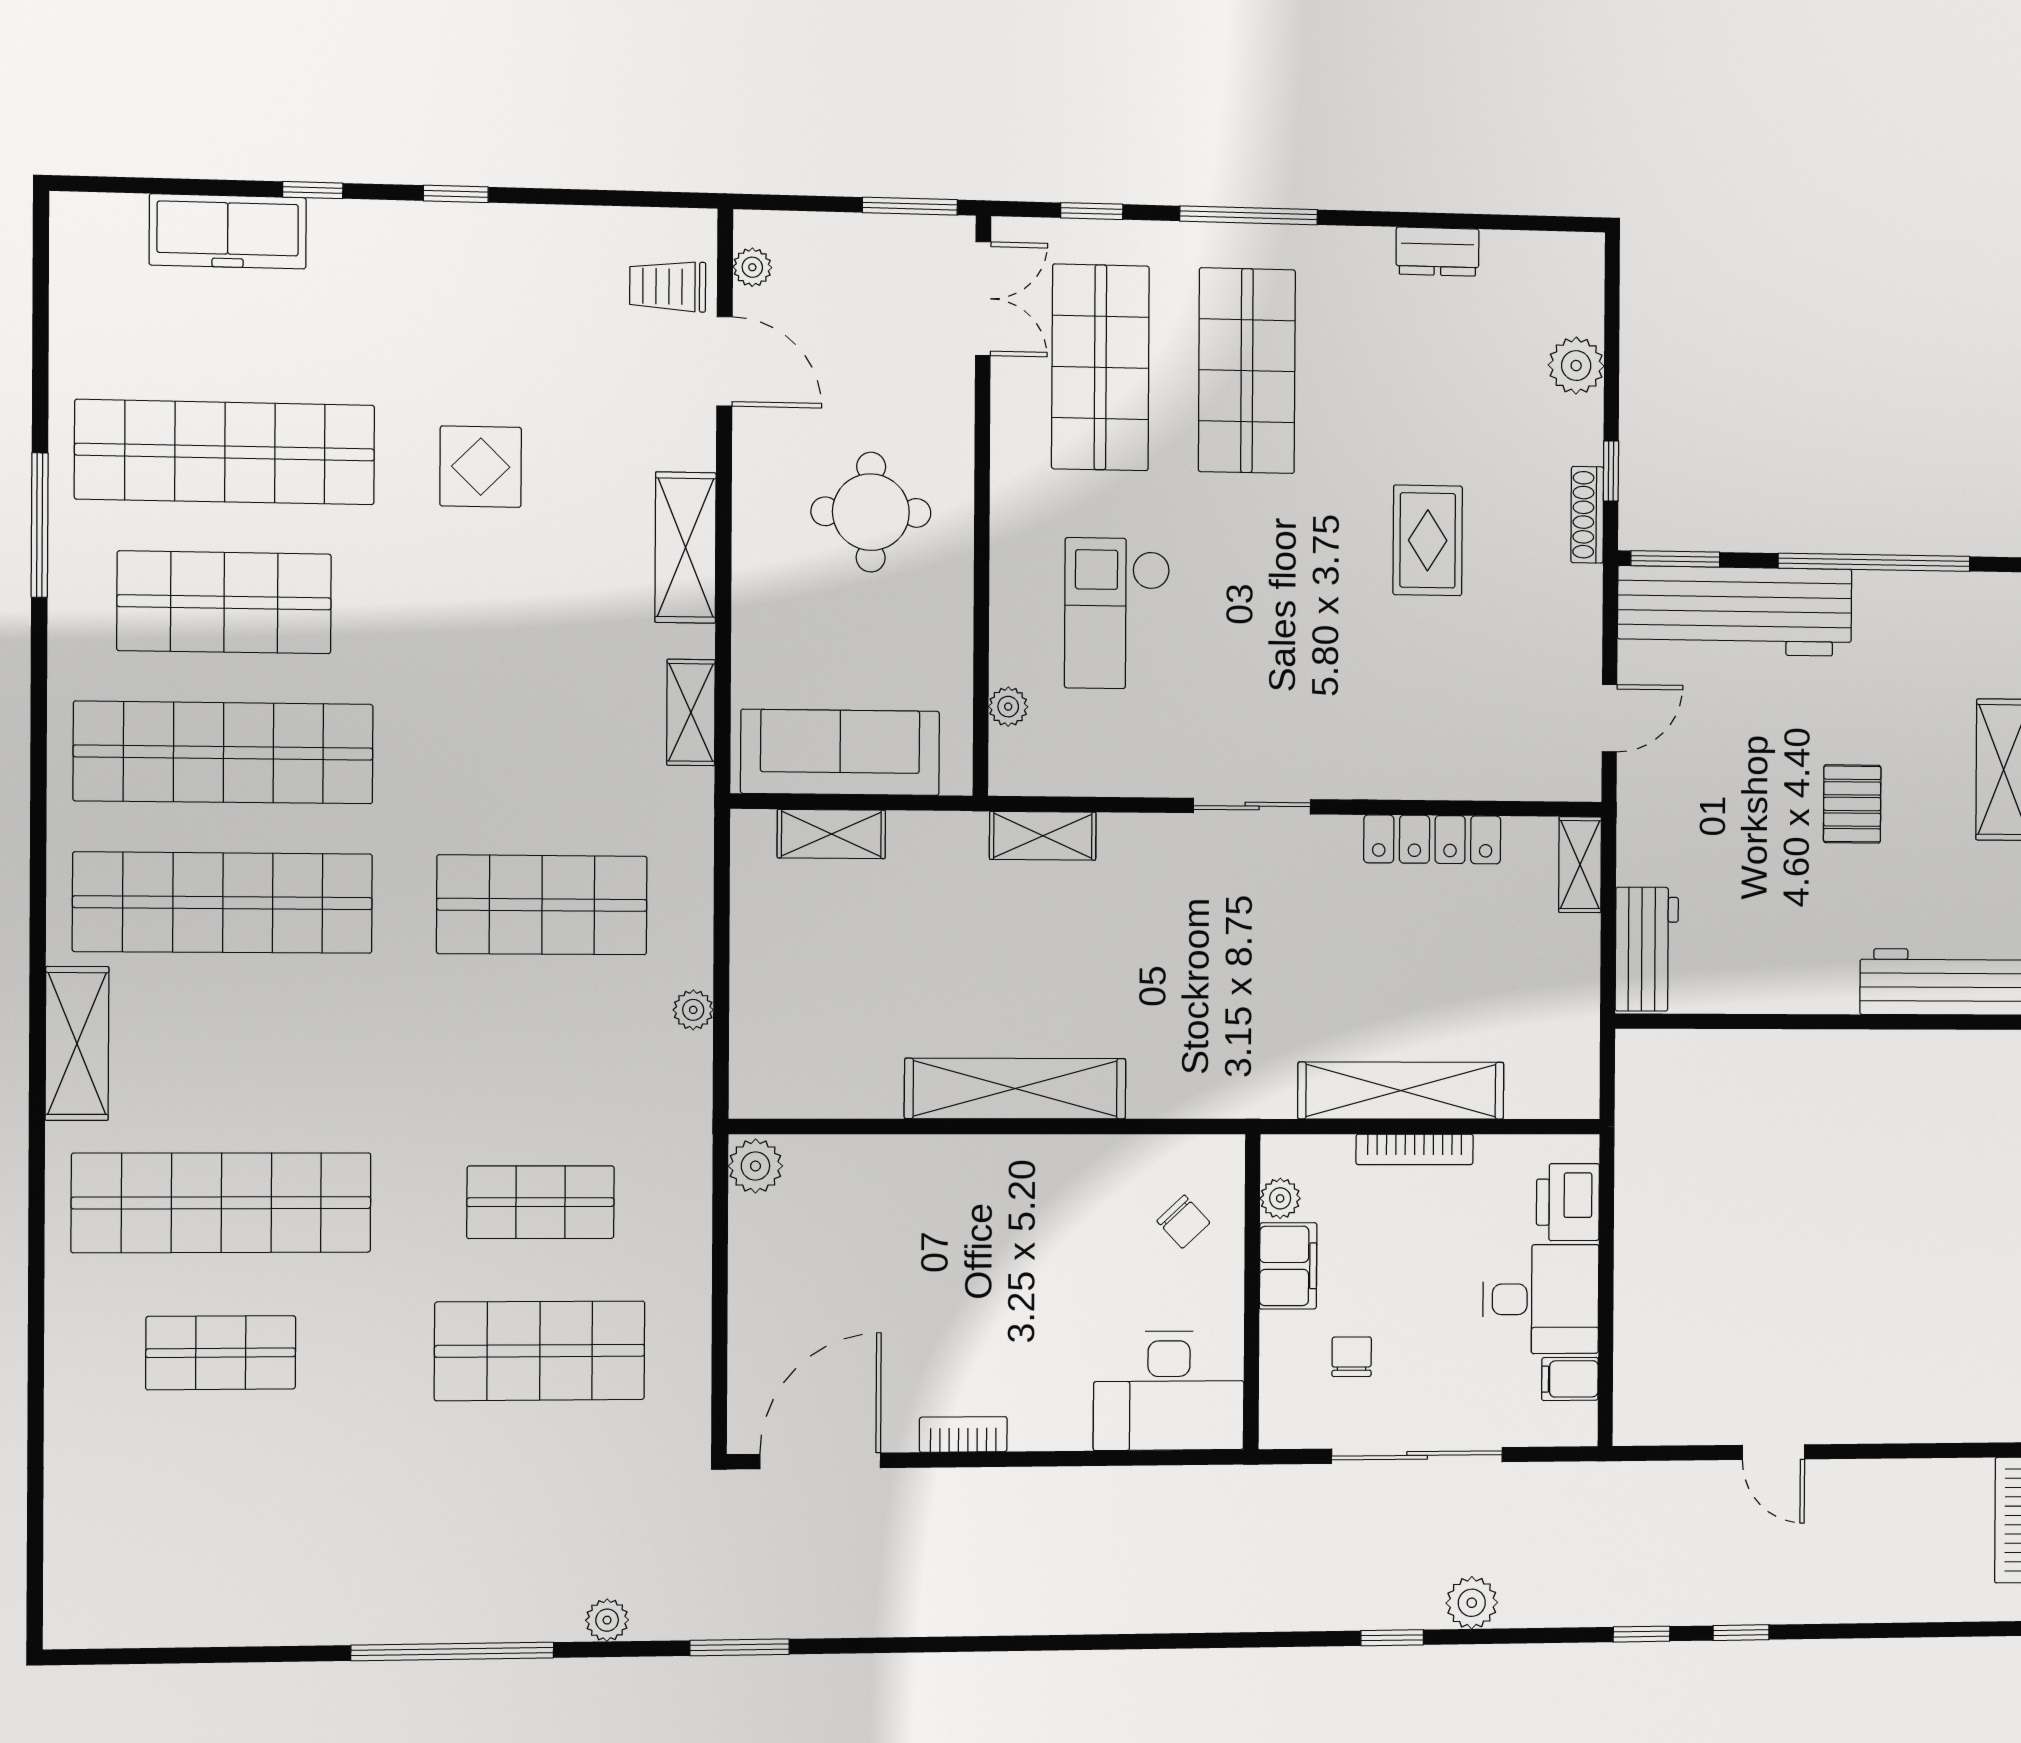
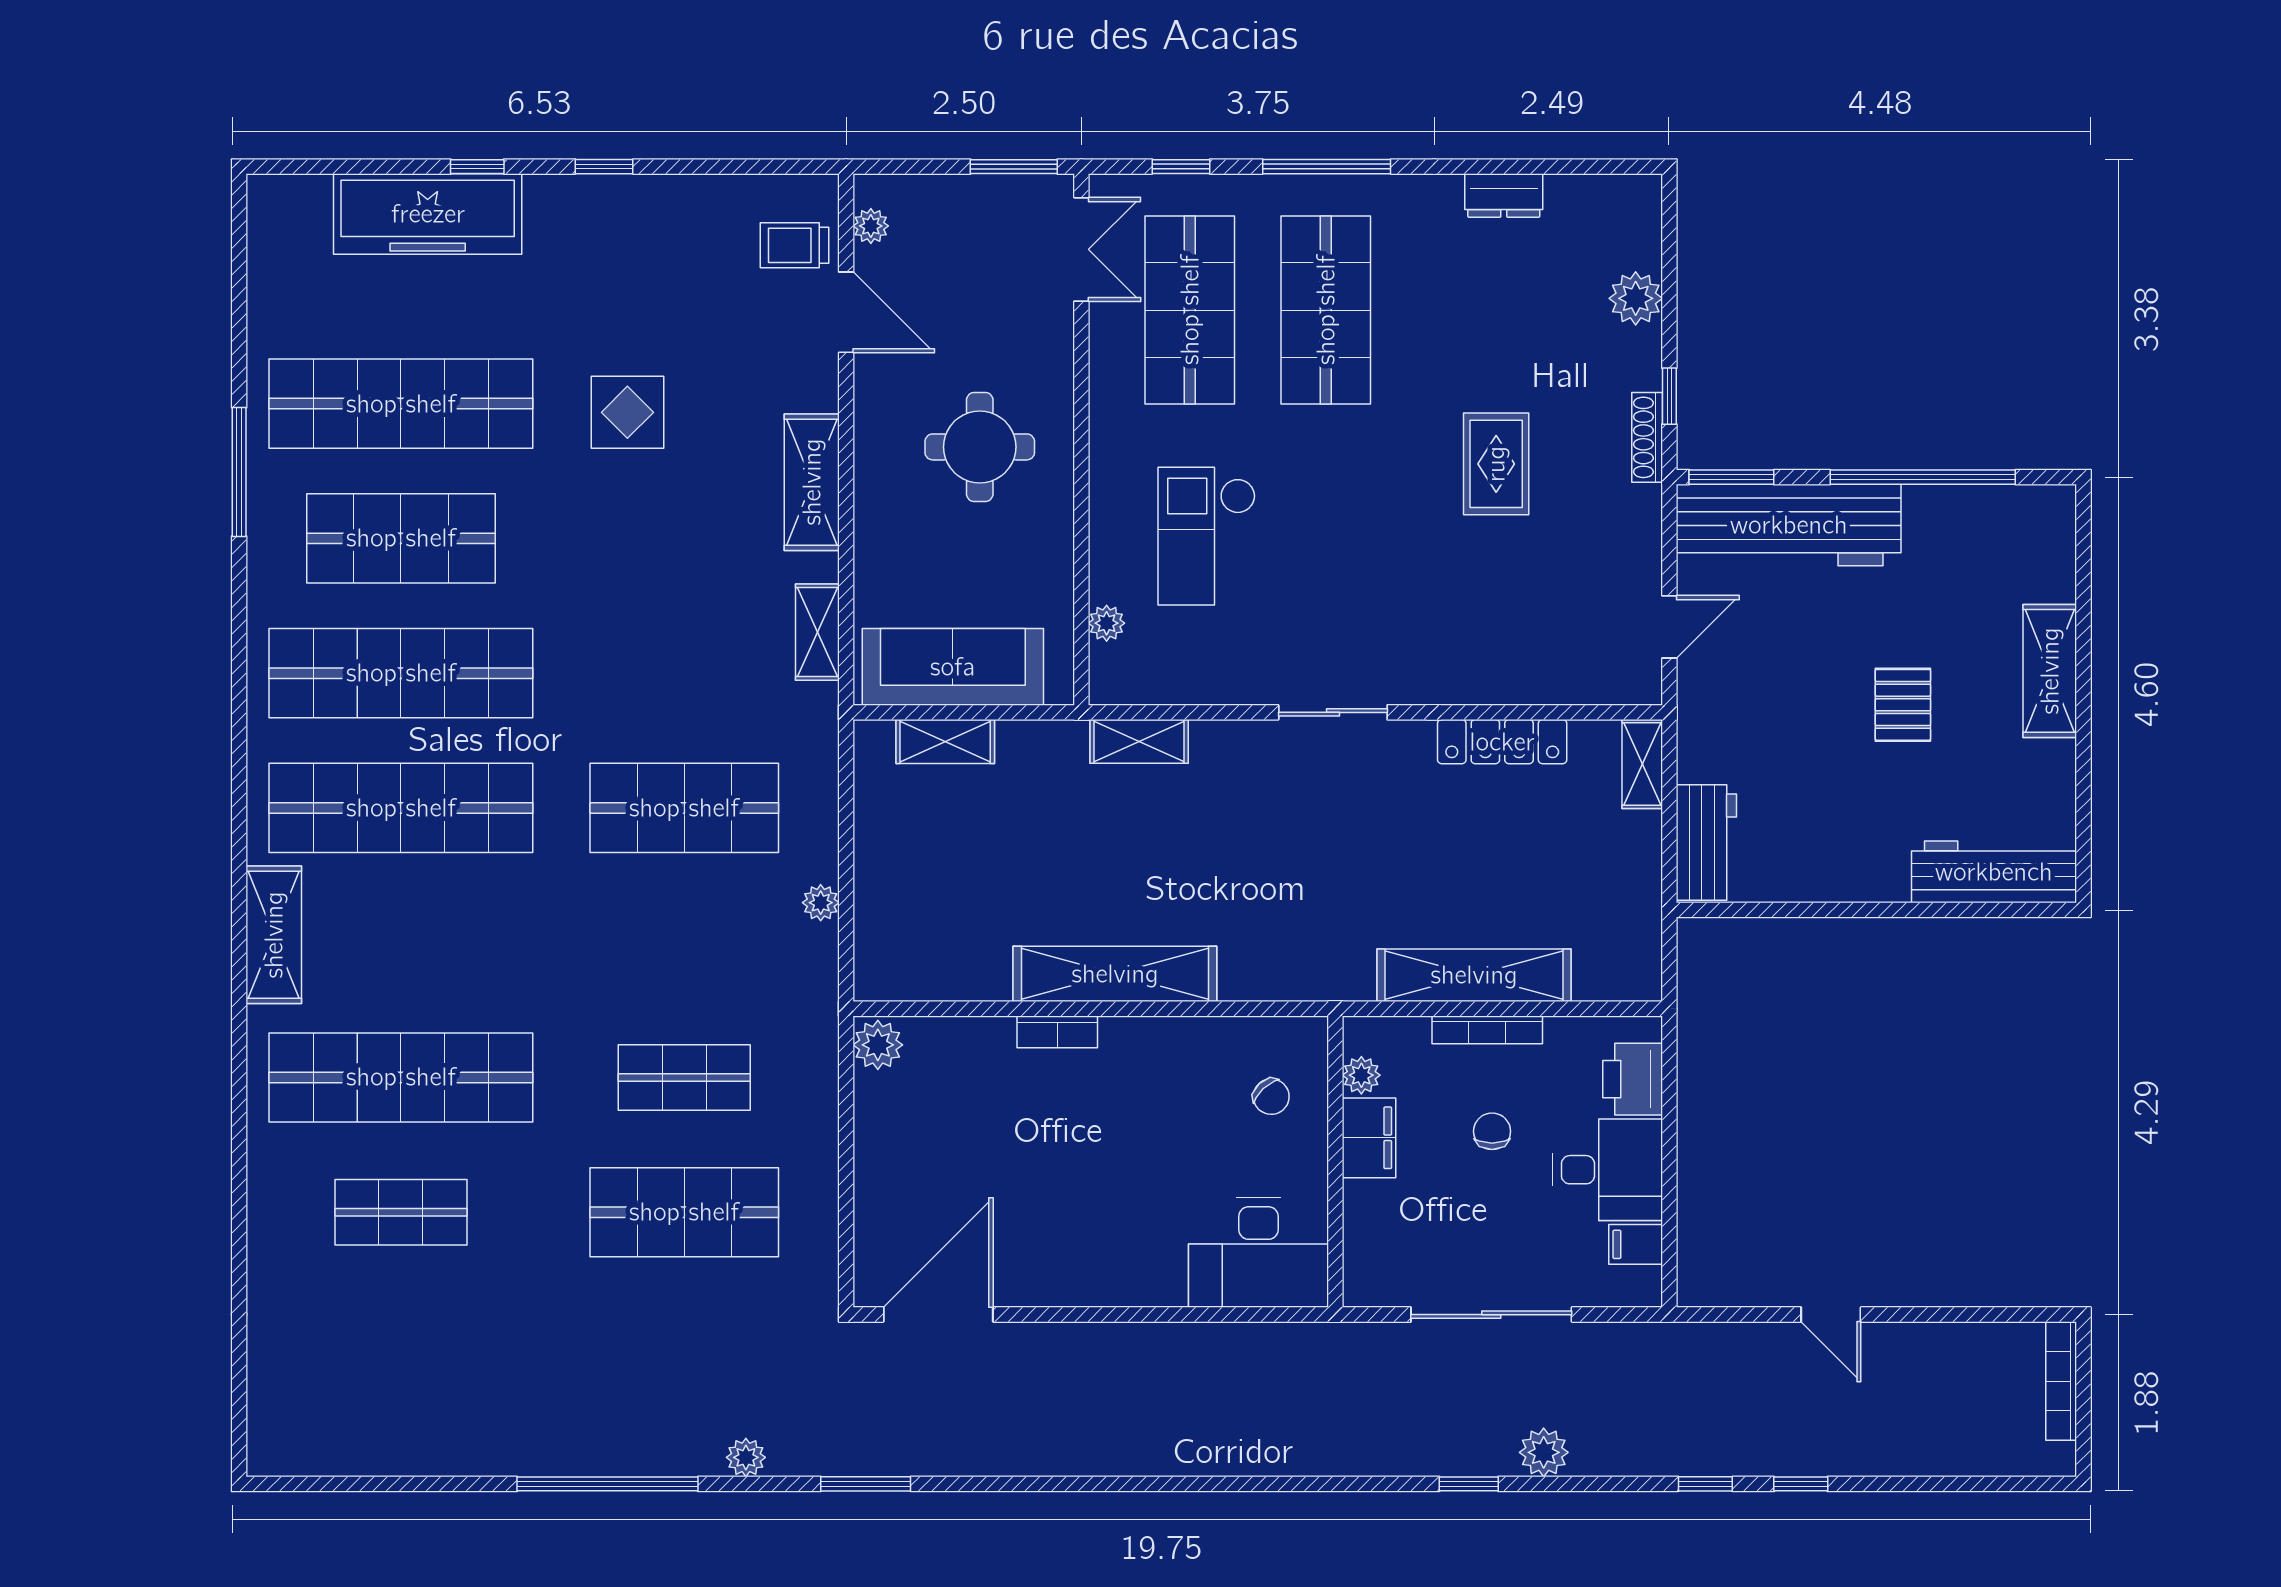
freezer: (228, 231) -> (428, 214), width x1.36, depth x1.26
chair: (1352, 1357) -> (1492, 1131), moved
bookcase: (963, 1434) -> (1057, 1032), moved, turned 180

